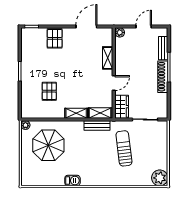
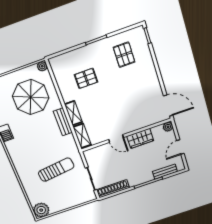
door: (86, 27) -> (168, 106), moved
door: (144, 27) -> (180, 147), swing flipped
pallet: (55, 38) -> (124, 55), moved, turned 90
shelving: (108, 58) -> (139, 124), removed
shoe rack: (163, 77) -> (113, 189), moved
wardrobe: (122, 107) -> (140, 138), moved
bench: (97, 125) -> (63, 122), moved

